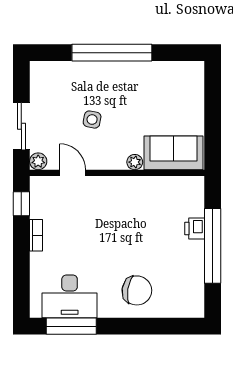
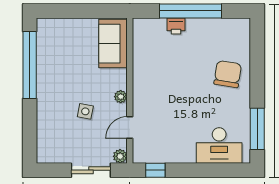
window: (112, 53) -> (30, 65), moved
plant: (135, 162) -> (121, 97), moved
bookcase: (36, 235) -> (182, 158), removed
desk: (70, 296) -> (219, 145), moved, turned 90

